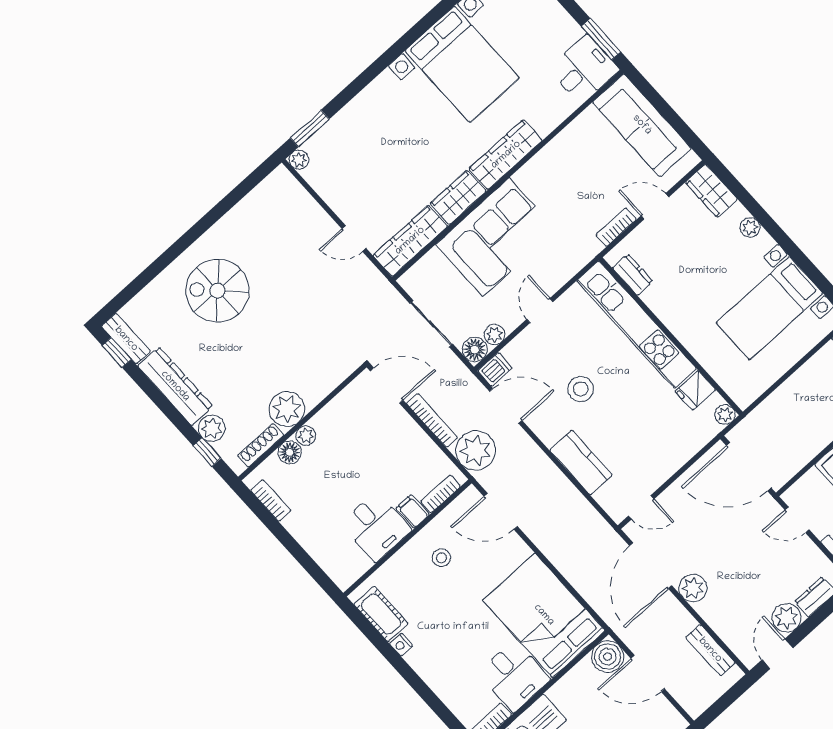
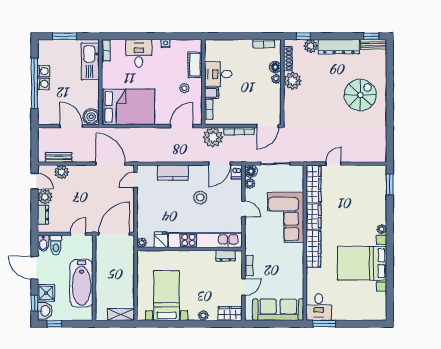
plant: (299, 160) -> (382, 229), moved
plant: (693, 588) -> (62, 172), moved
cot: (381, 614) -> (195, 65), moved, turned 90
door: (648, 674) -> (71, 126), hinge flipped
desk: (514, 676) -> (139, 53), moved, turned 90

